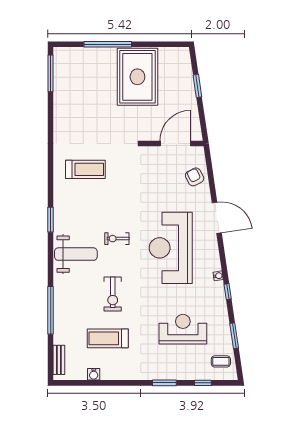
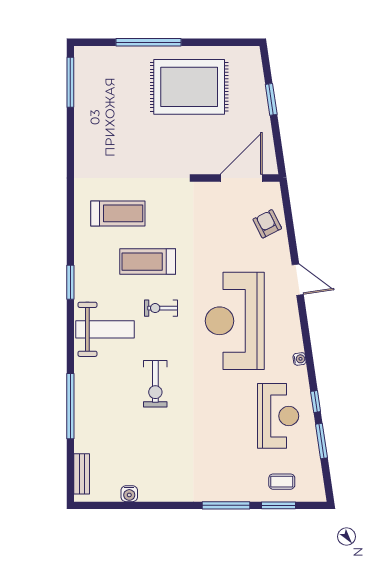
rug: (137, 77) -> (189, 87), turned 90
door: (217, 218) -> (298, 280), width x0.73
window: (228, 292) -> (316, 401), moved
reception desk: (183, 329) -> (278, 416), moved, turned 90
treadmill: (108, 338) -> (148, 262), moved
coffee table: (221, 361) -> (282, 482), moved
window: (164, 383) -> (226, 505), width x1.44
window: (203, 383) -> (279, 505), width x1.50

